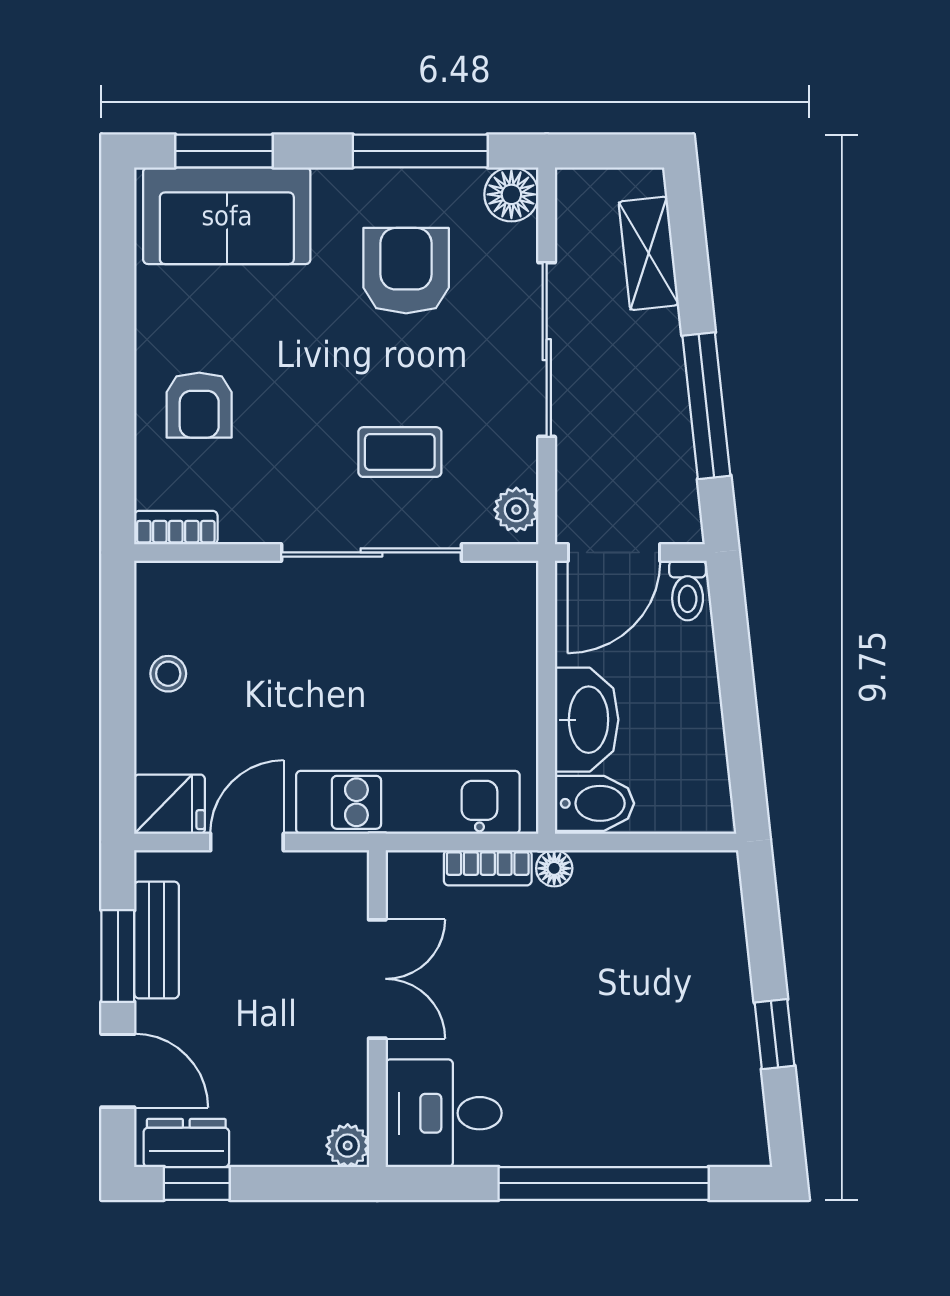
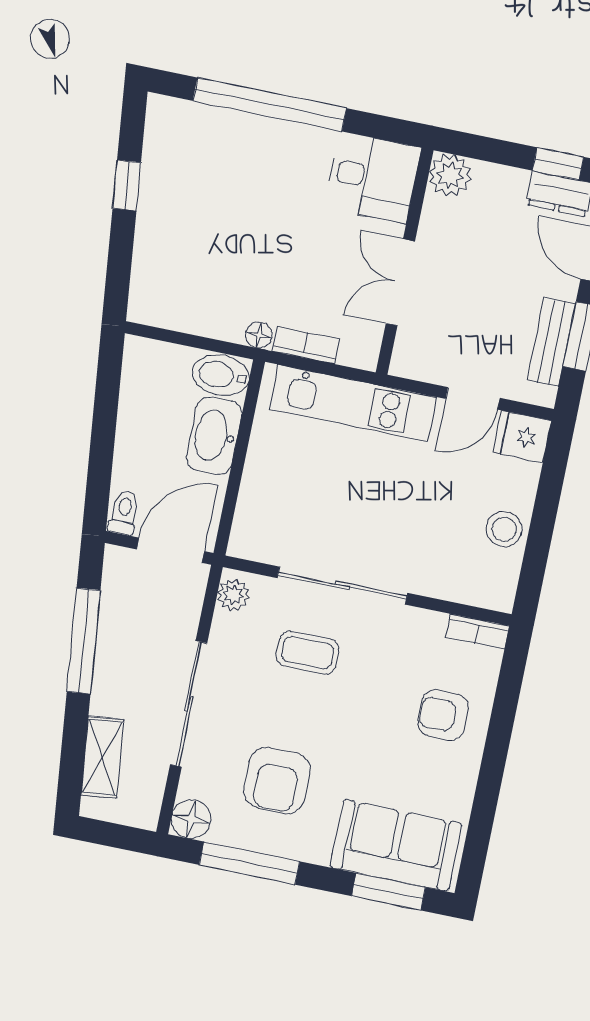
armchair: (199, 405) -> (443, 715), turned -90
stool: (168, 674) -> (504, 529), width x1.37, depth x1.37
plant: (348, 1146) -> (450, 175), width x1.38, depth x1.38

